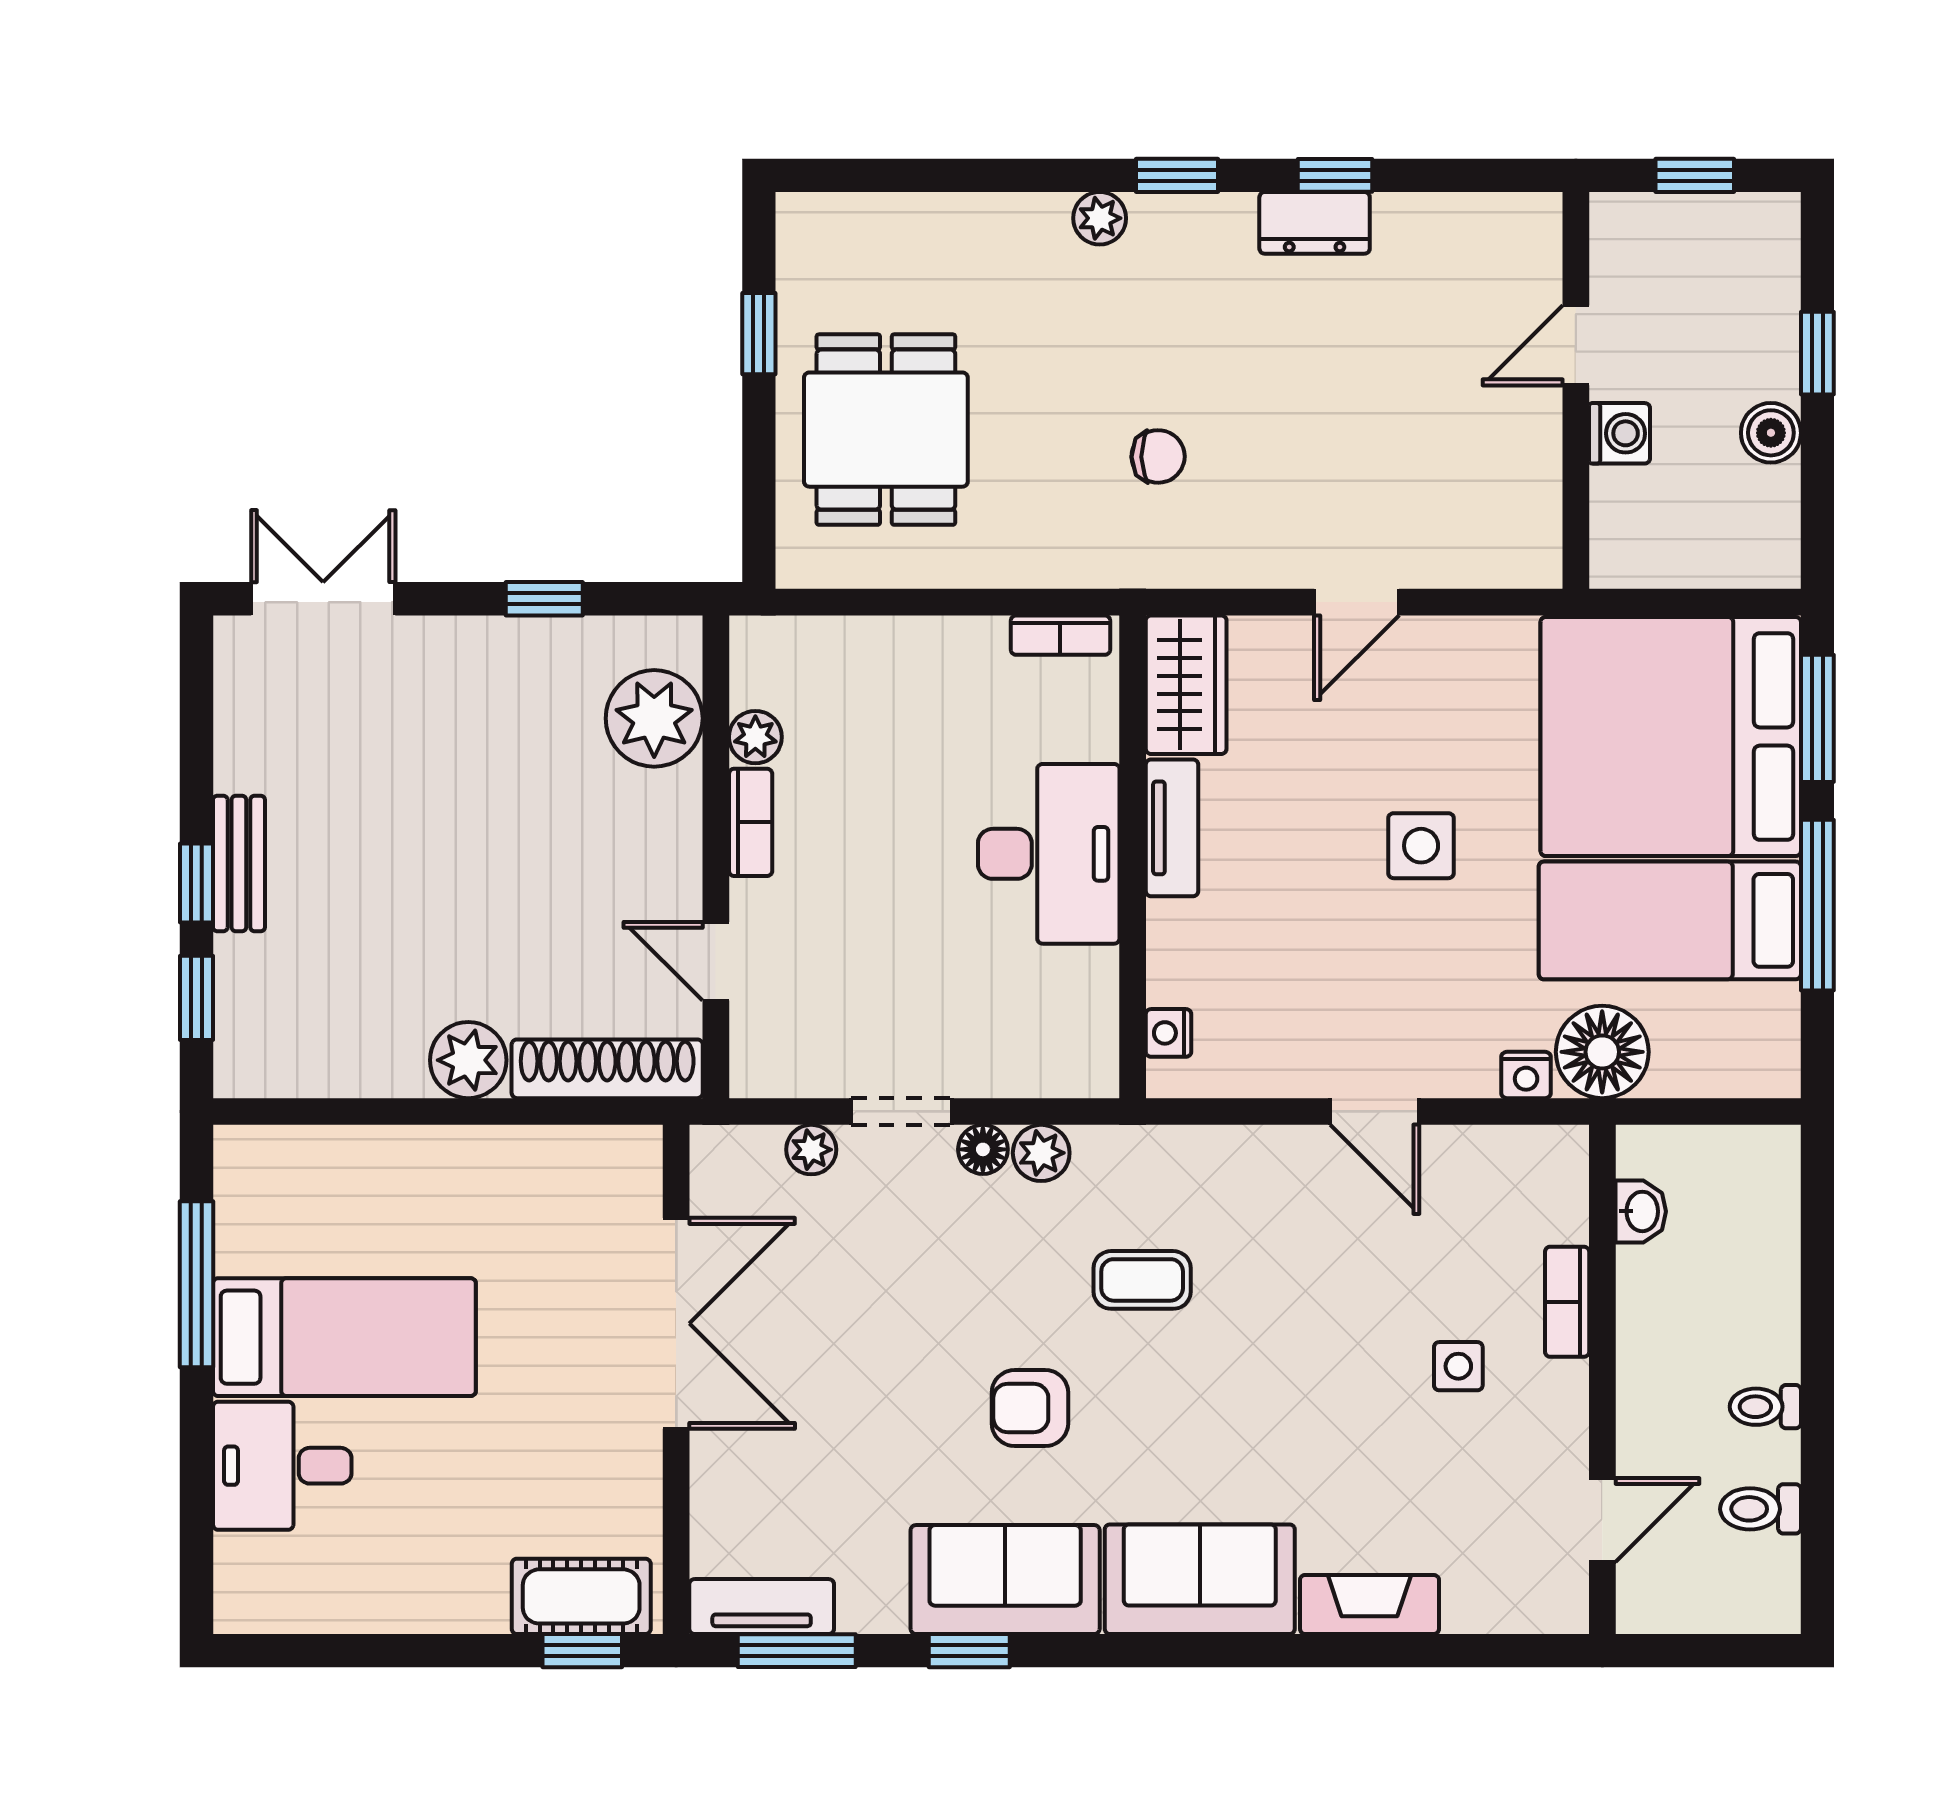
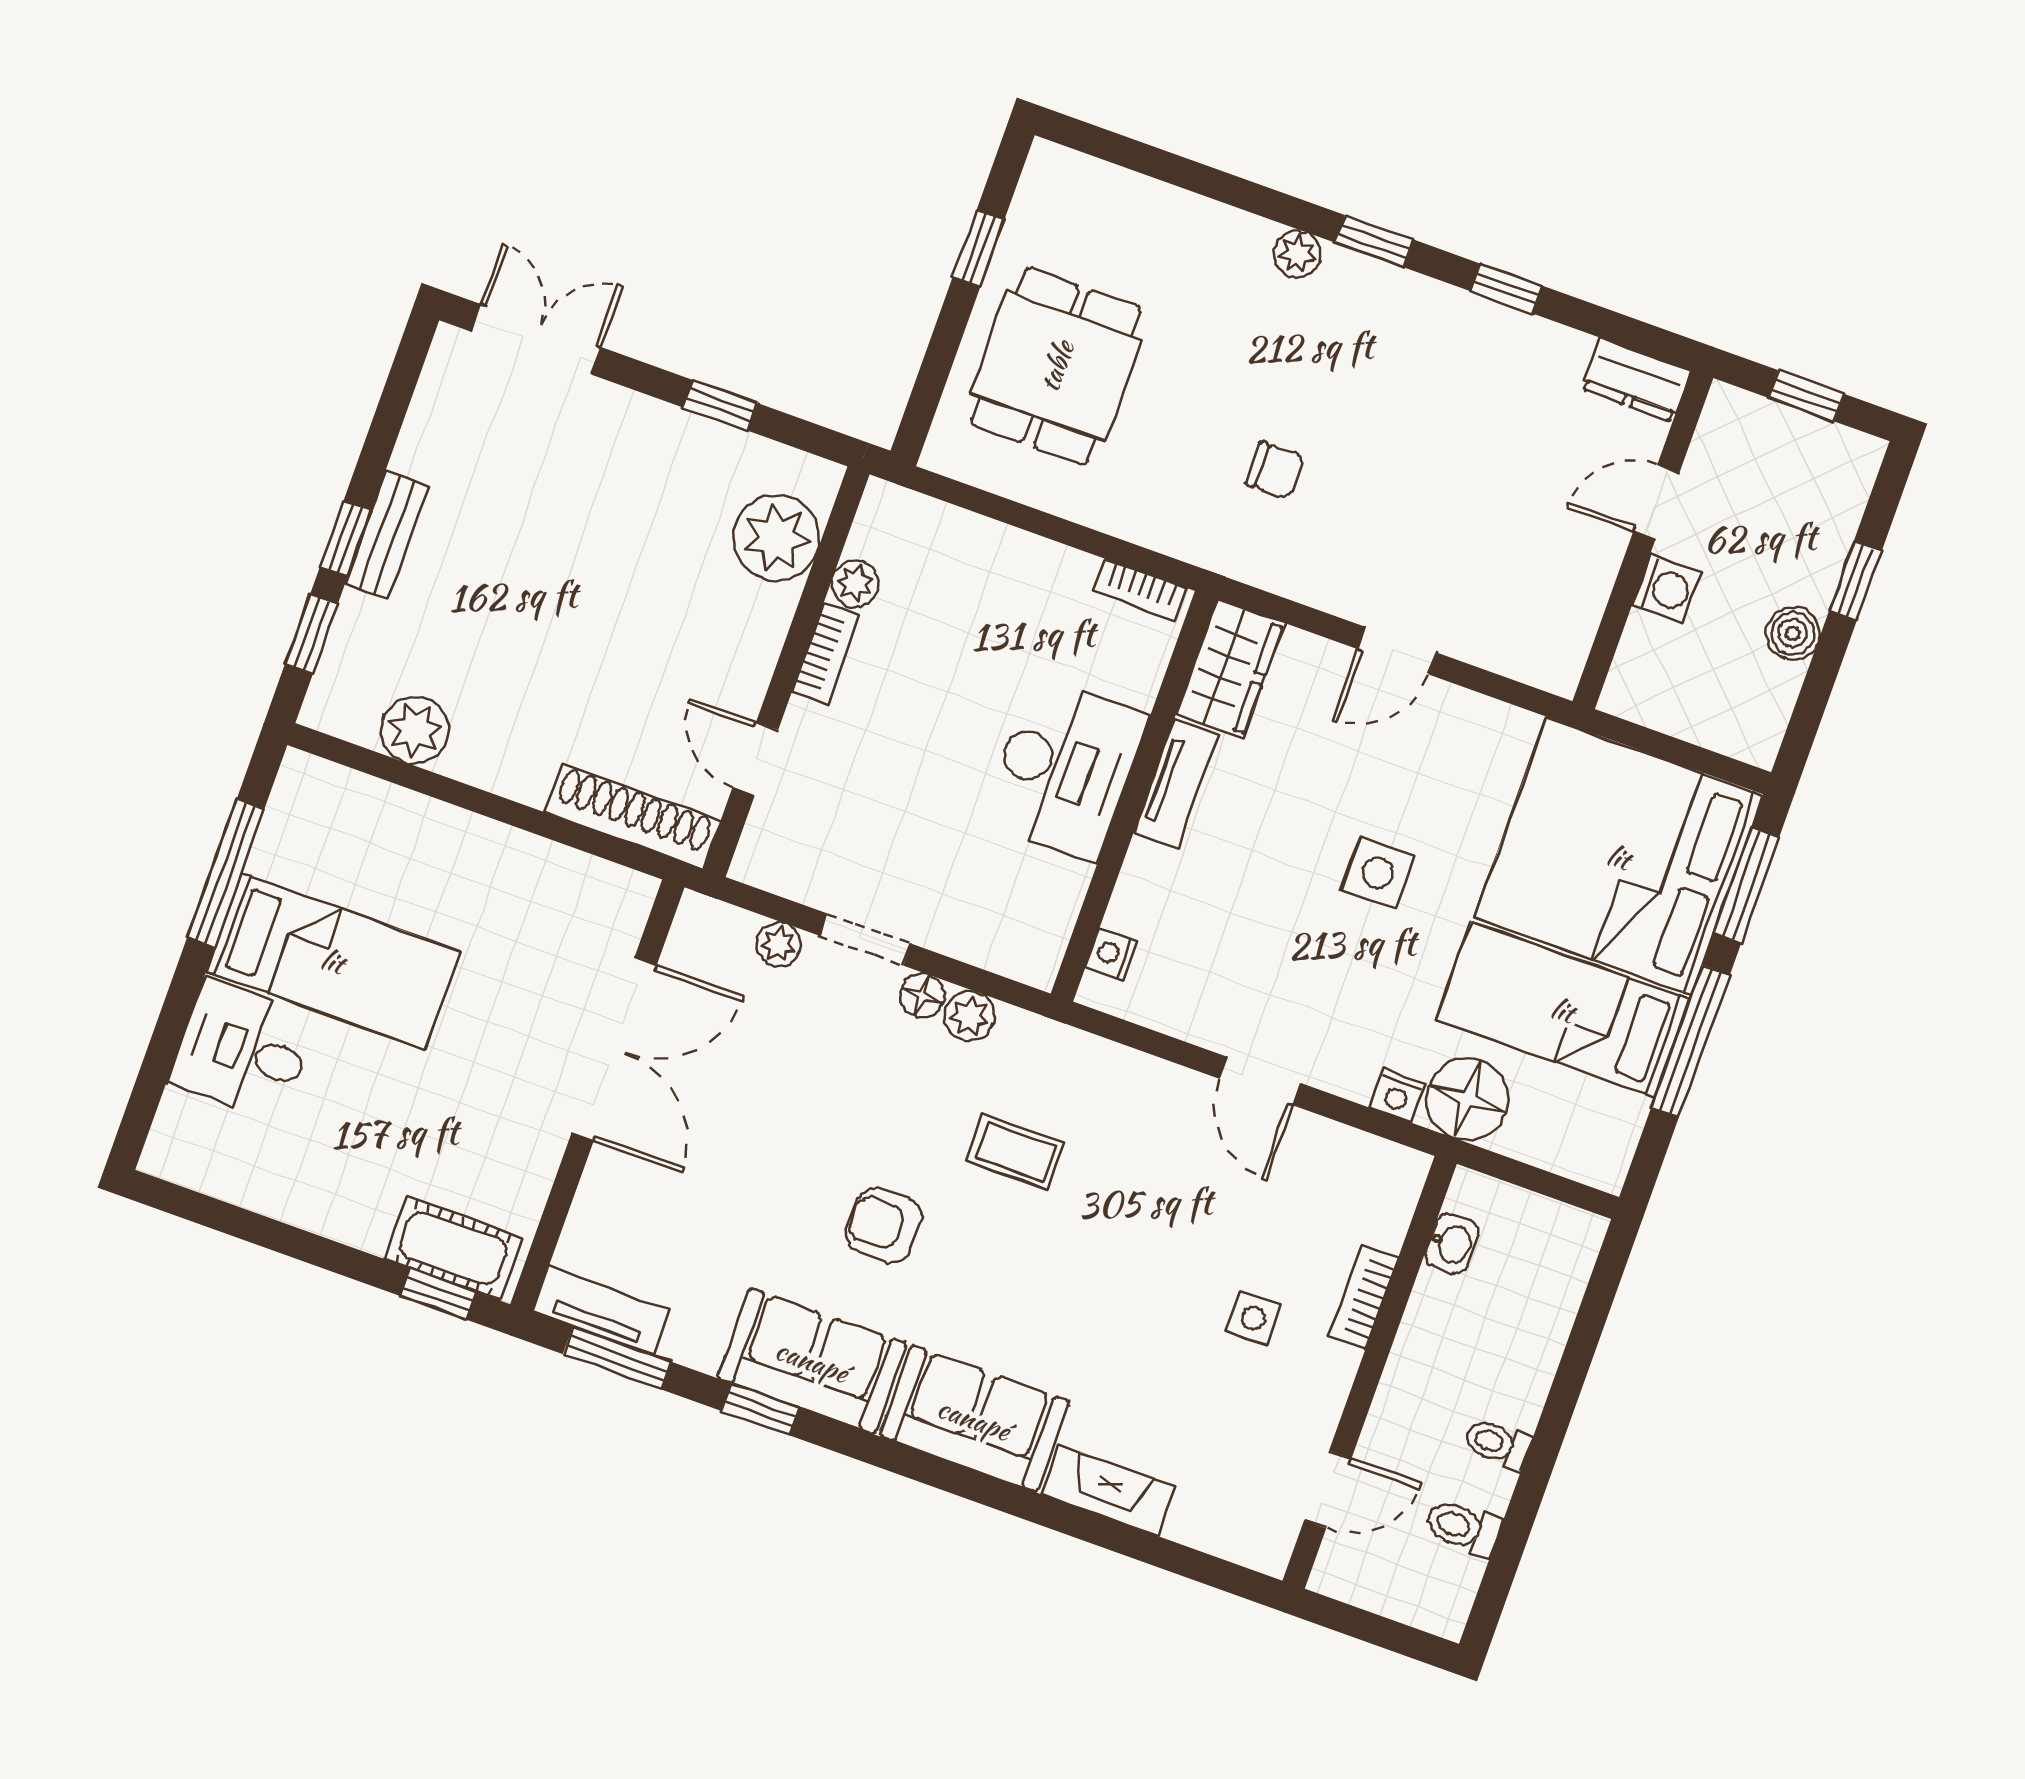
dresser: (1315, 223) -> (1636, 380), moved
plant: (468, 1060) -> (415, 730), moved

